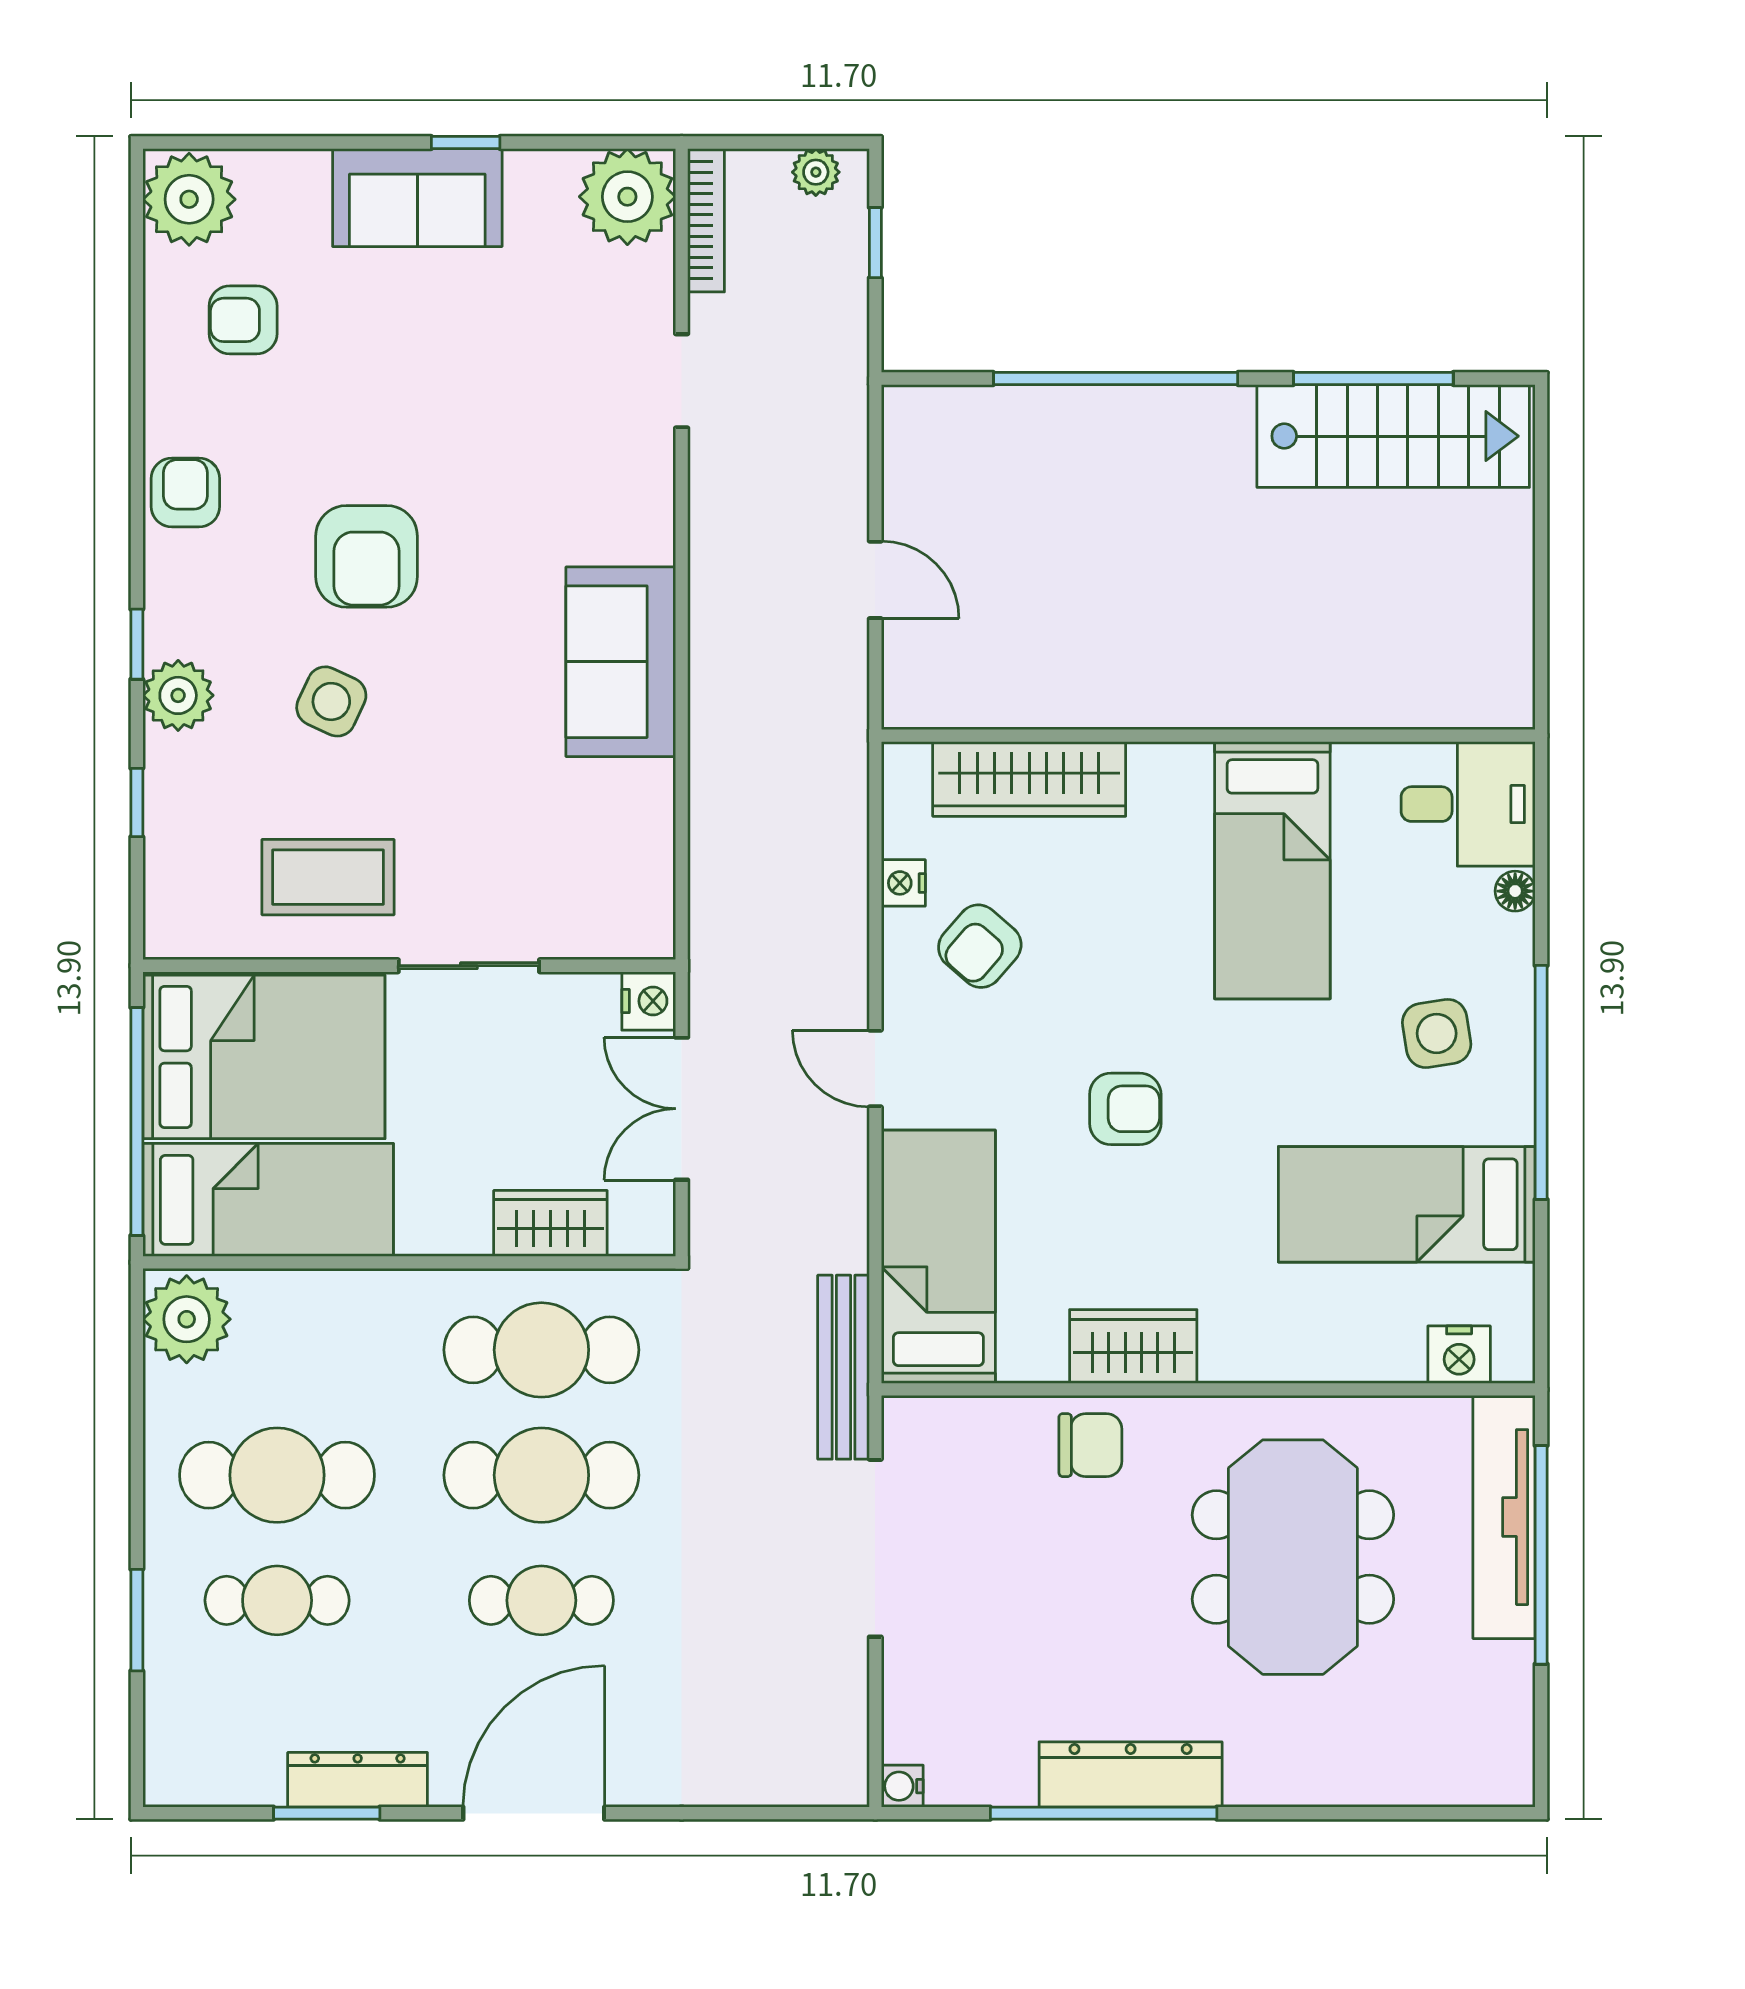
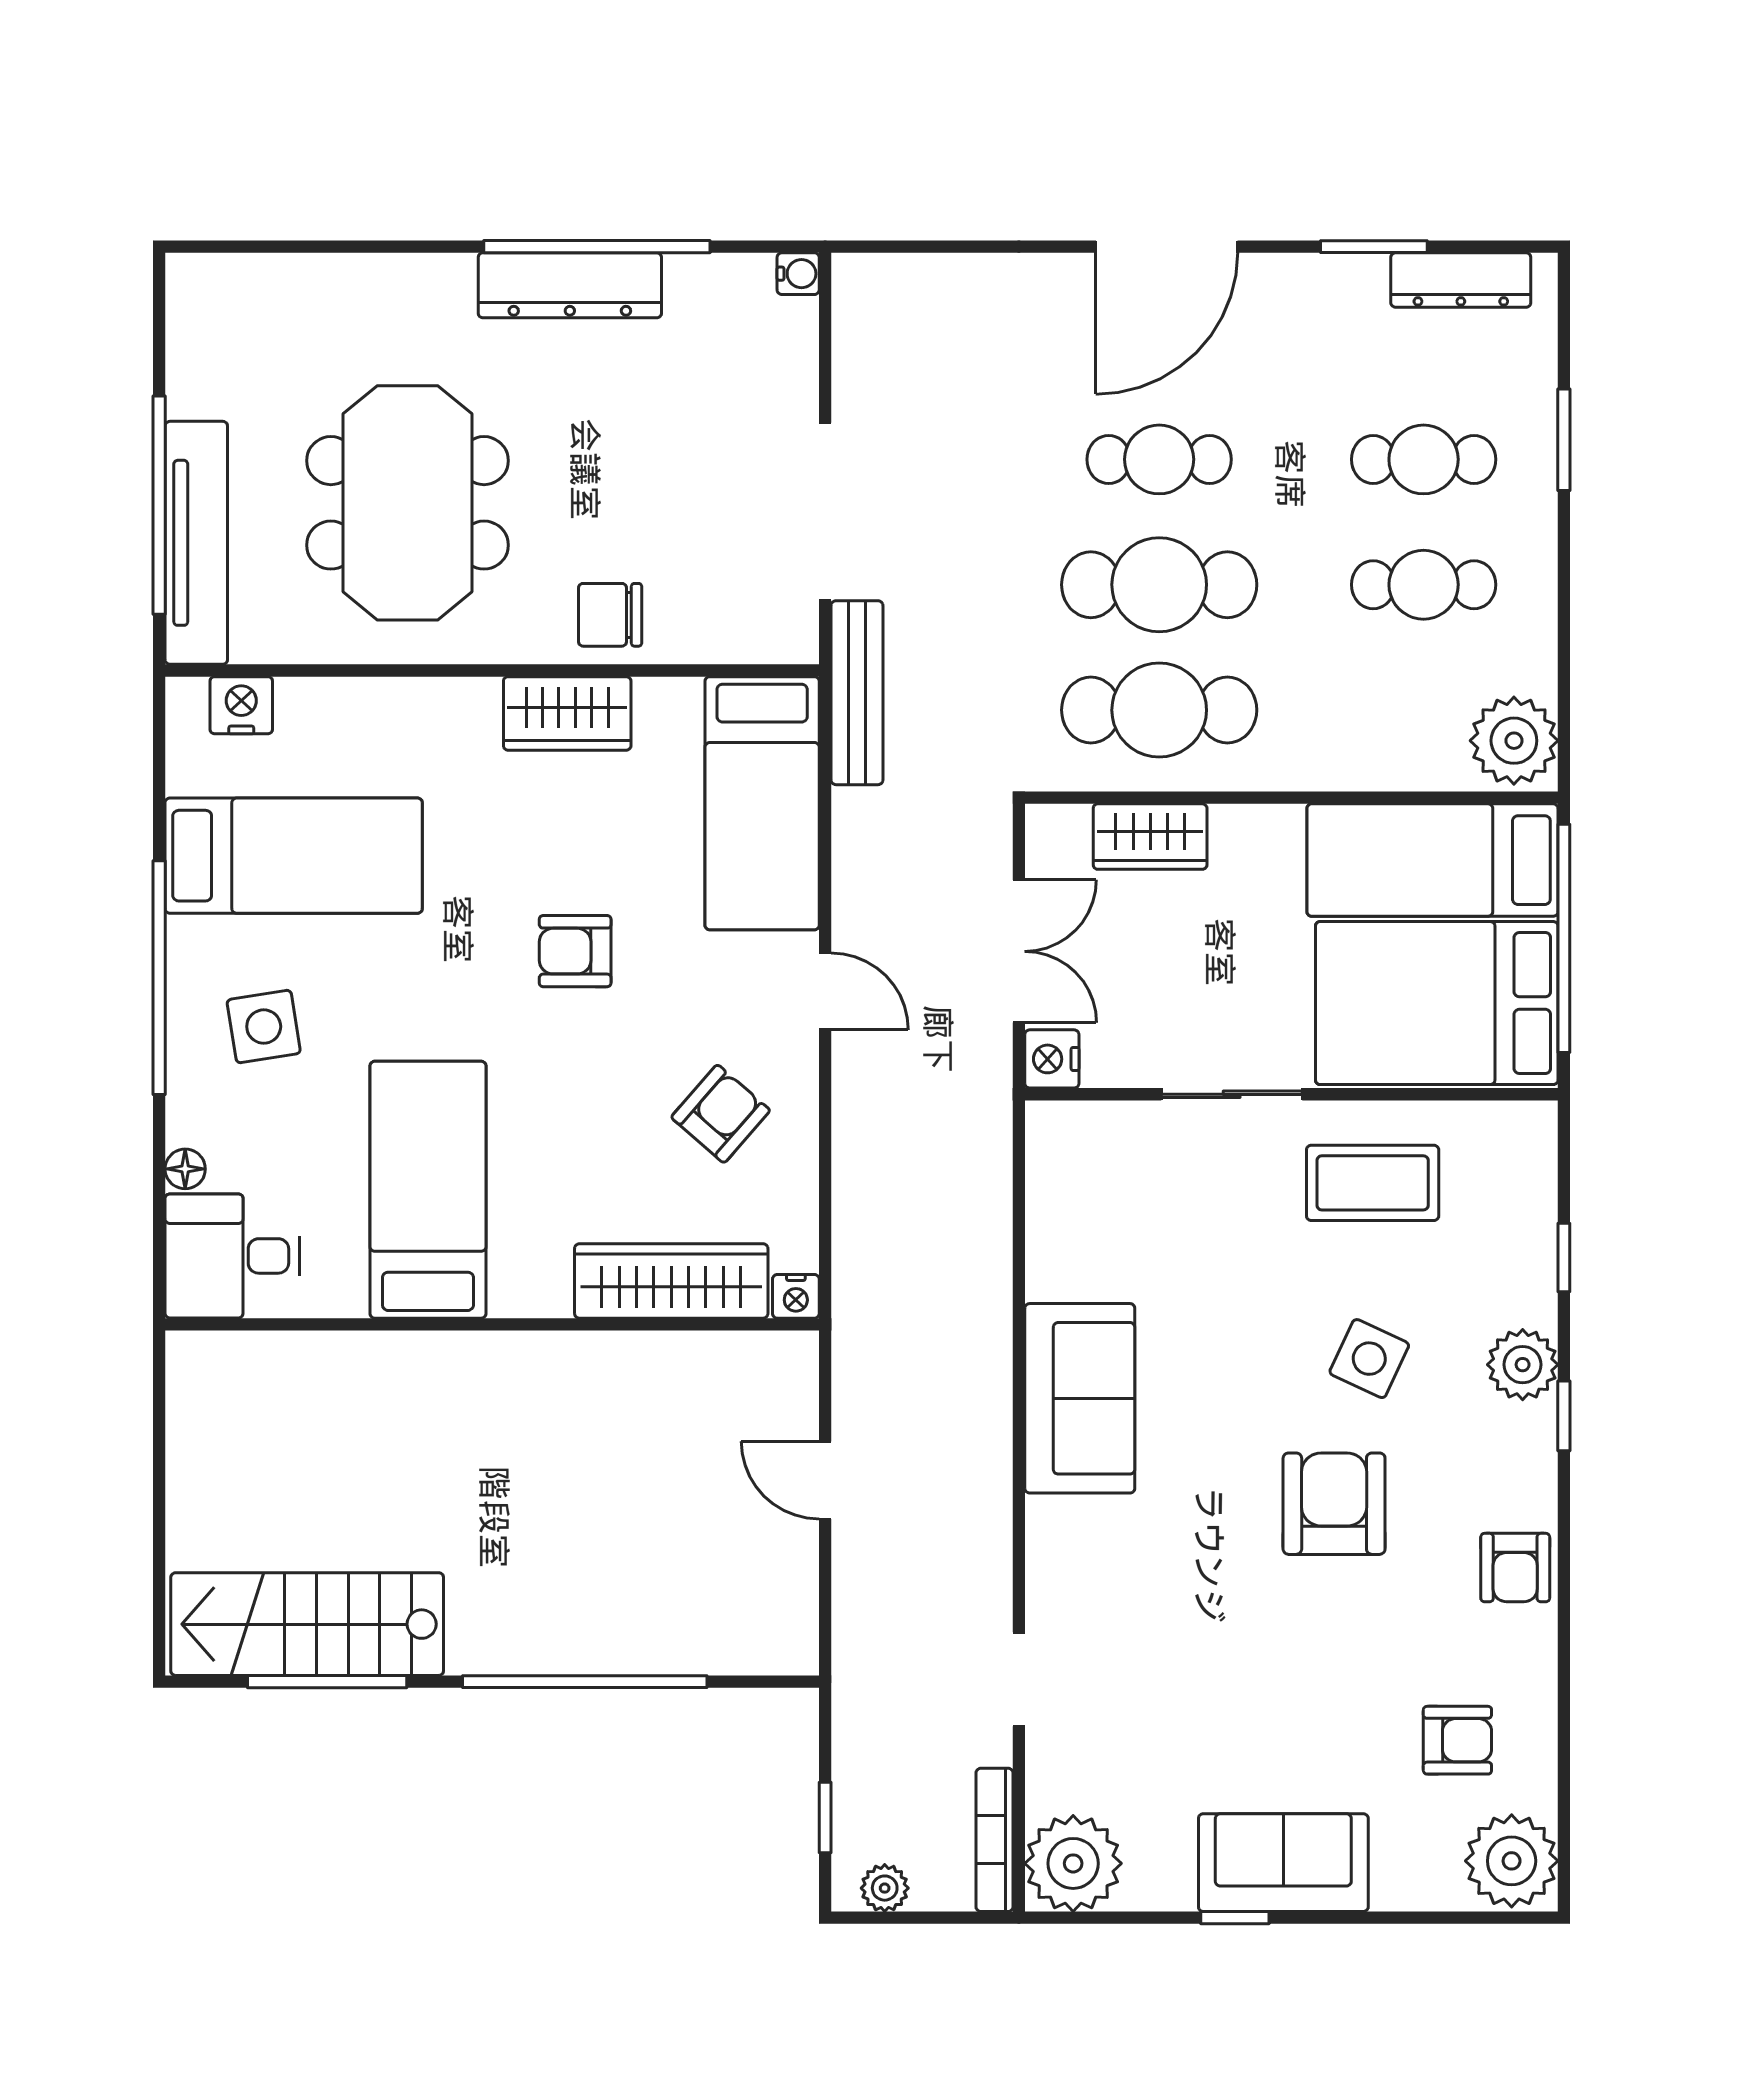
nightstand: (903, 883) -> (796, 1296), moved, turned 90
cafe table: (277, 1475) -> (1424, 585), width x0.73, depth x0.74
dresser: (358, 1780) -> (1461, 280), moved

